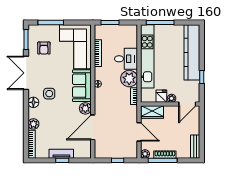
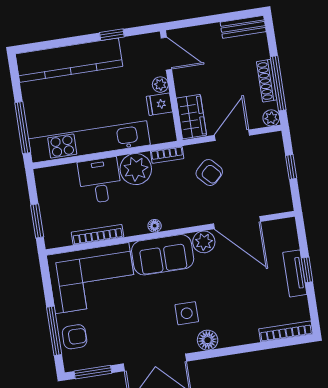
armchair: (44, 48) -> (75, 337), moved
armchair: (121, 117) -> (209, 173), added
plant: (33, 124) -> (248, 334), removed

